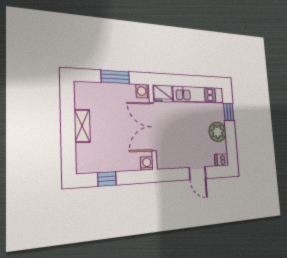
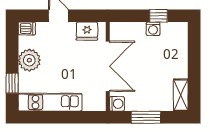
fridge: (163, 93) -> (87, 31), moved, turned 180
shelving: (82, 126) -> (181, 95), moved
washing machine: (147, 163) -> (153, 29), moved

